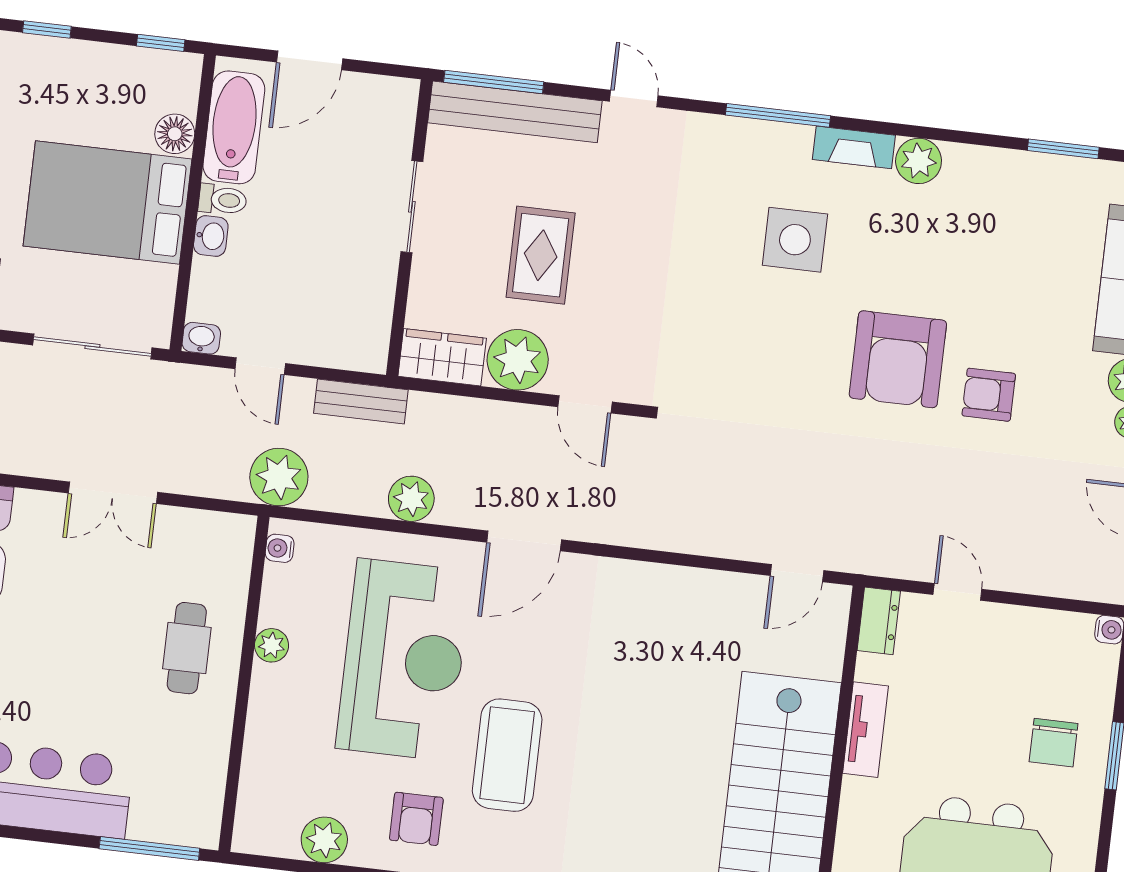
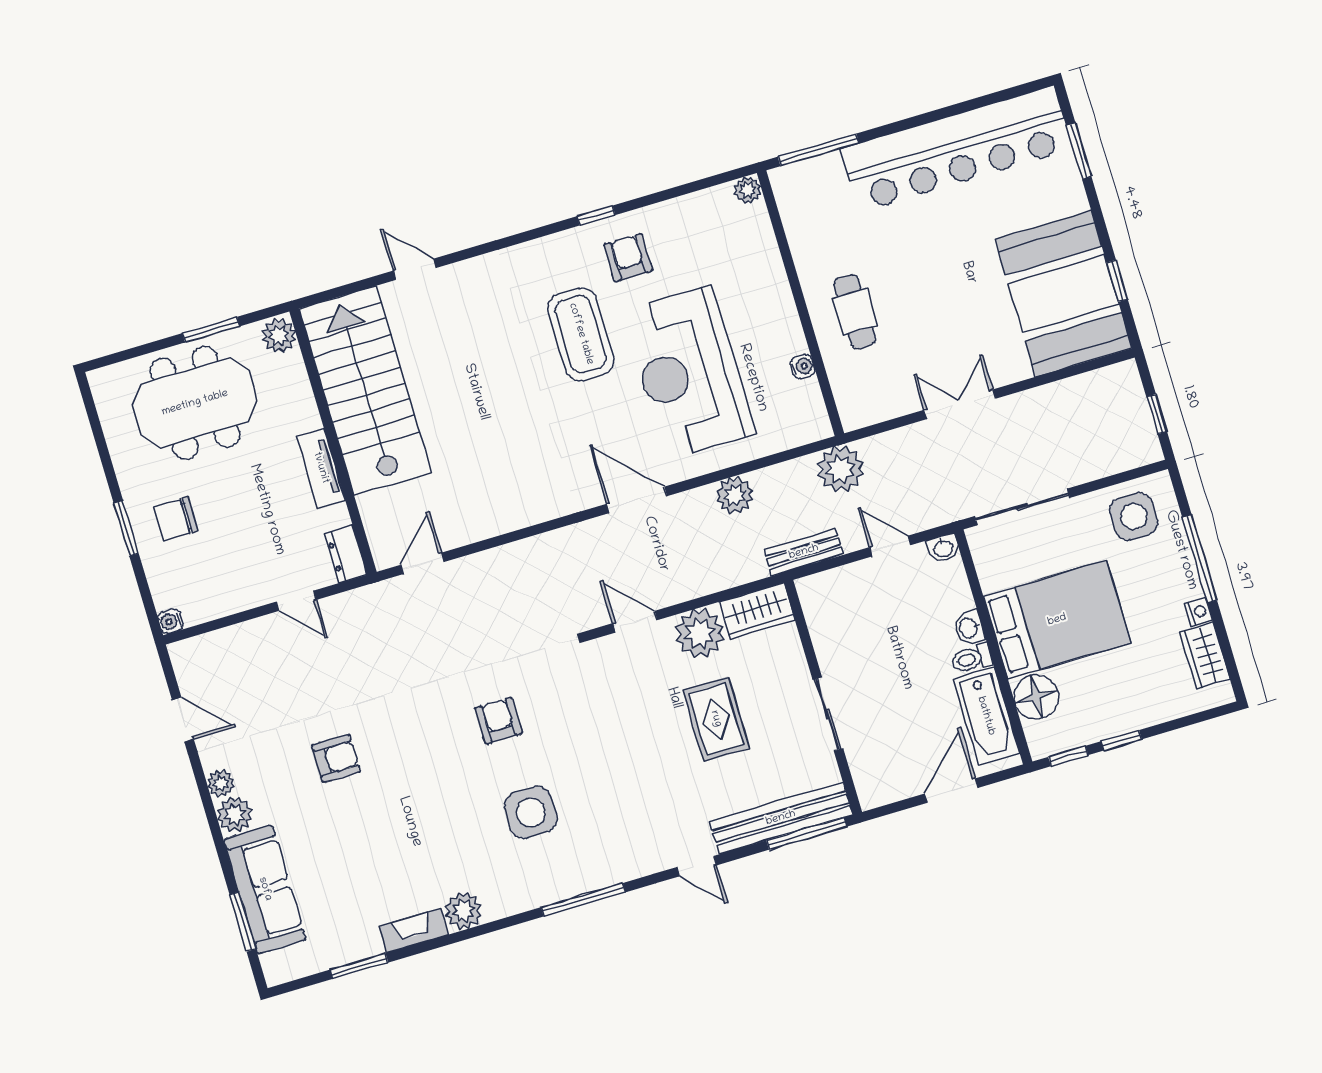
window: (47, 30) -> (1122, 740), moved
floor lamp: (175, 134) -> (1036, 697), width x1.38, depth x1.38
fireplace: (854, 147) -> (414, 931), moved
armchair: (898, 359) -> (499, 721), moved, width x0.53, depth x0.53
door: (524, 541) -> (637, 500), hinge flipped
water cooler: (280, 548) -> (803, 366), moved
plant: (272, 645) -> (792, 341), removed
chair: (1054, 743) -> (176, 519), turned -90
plant: (324, 840) -> (748, 190), moved, width x0.73, depth x0.73

